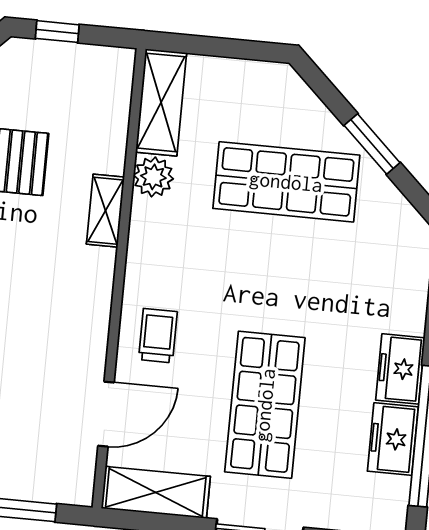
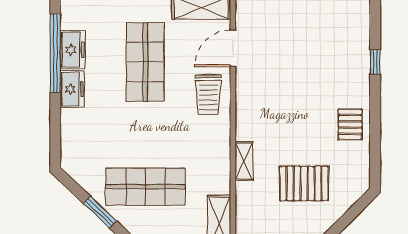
plant: (153, 177) -> (219, 182), removed
trolley: (158, 336) -> (208, 95), width x1.36, depth x1.39

